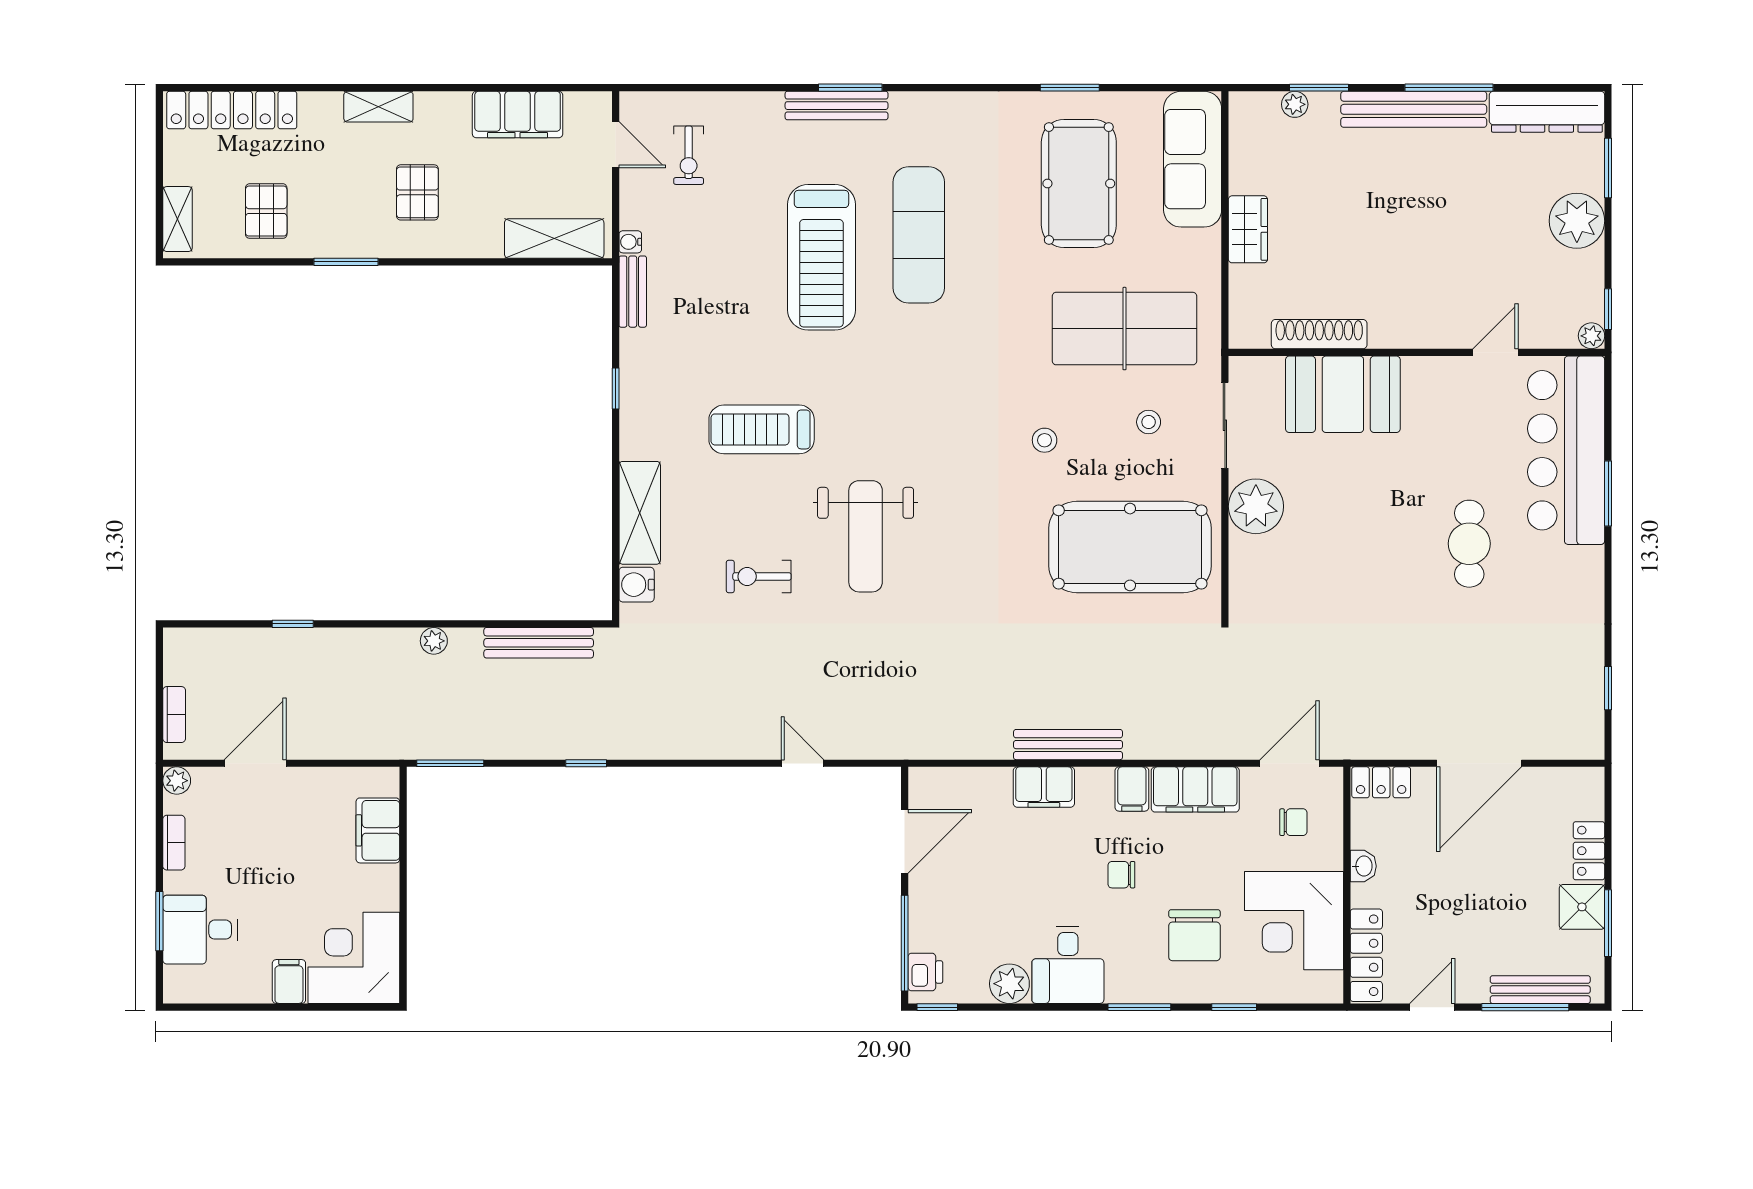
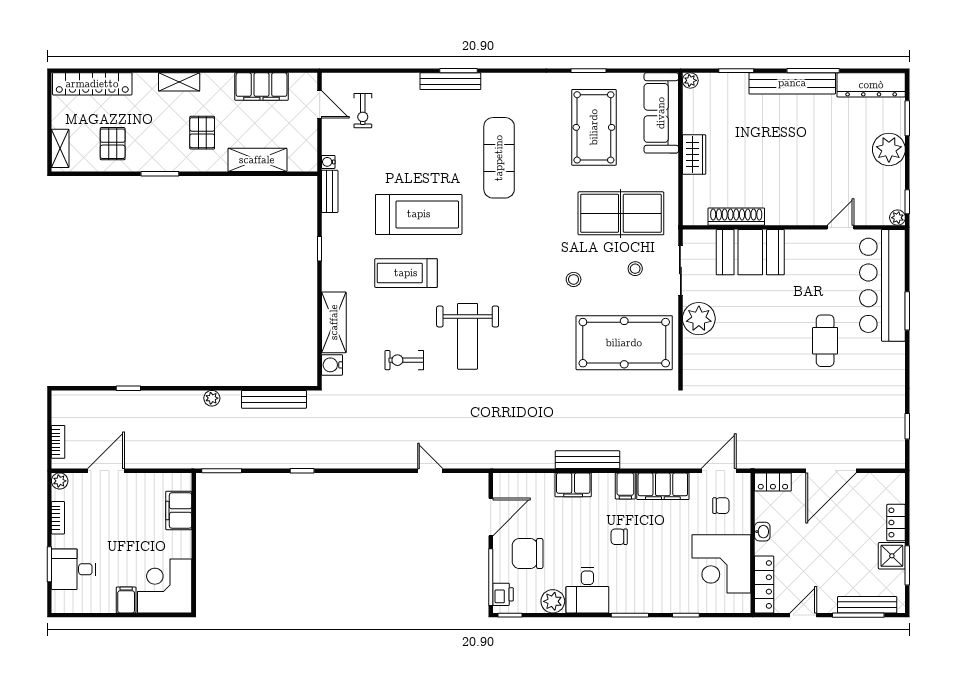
plant: (1295, 104) -> (690, 80), moved
shelving: (554, 238) -> (257, 160), moved
treadmill: (821, 257) -> (419, 214), moved, turned -90
chair: (1194, 935) -> (528, 553), moved, turned 90

